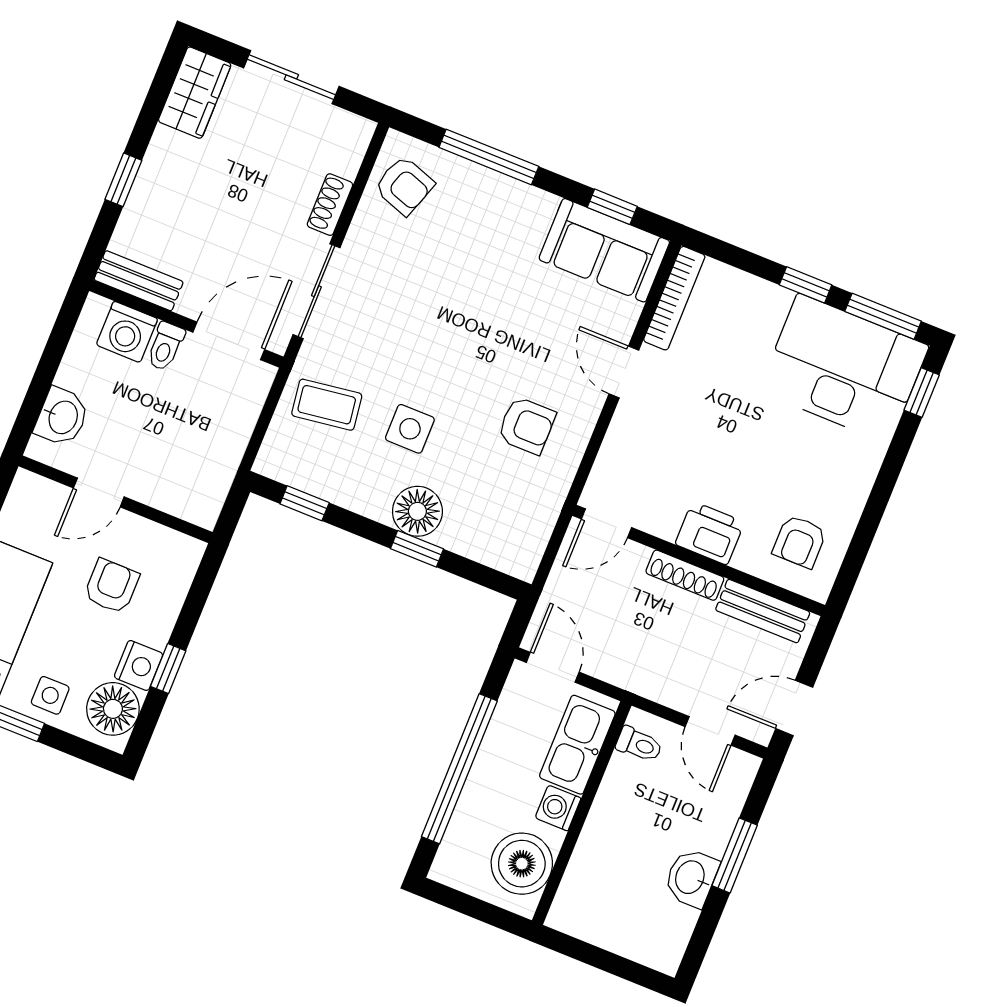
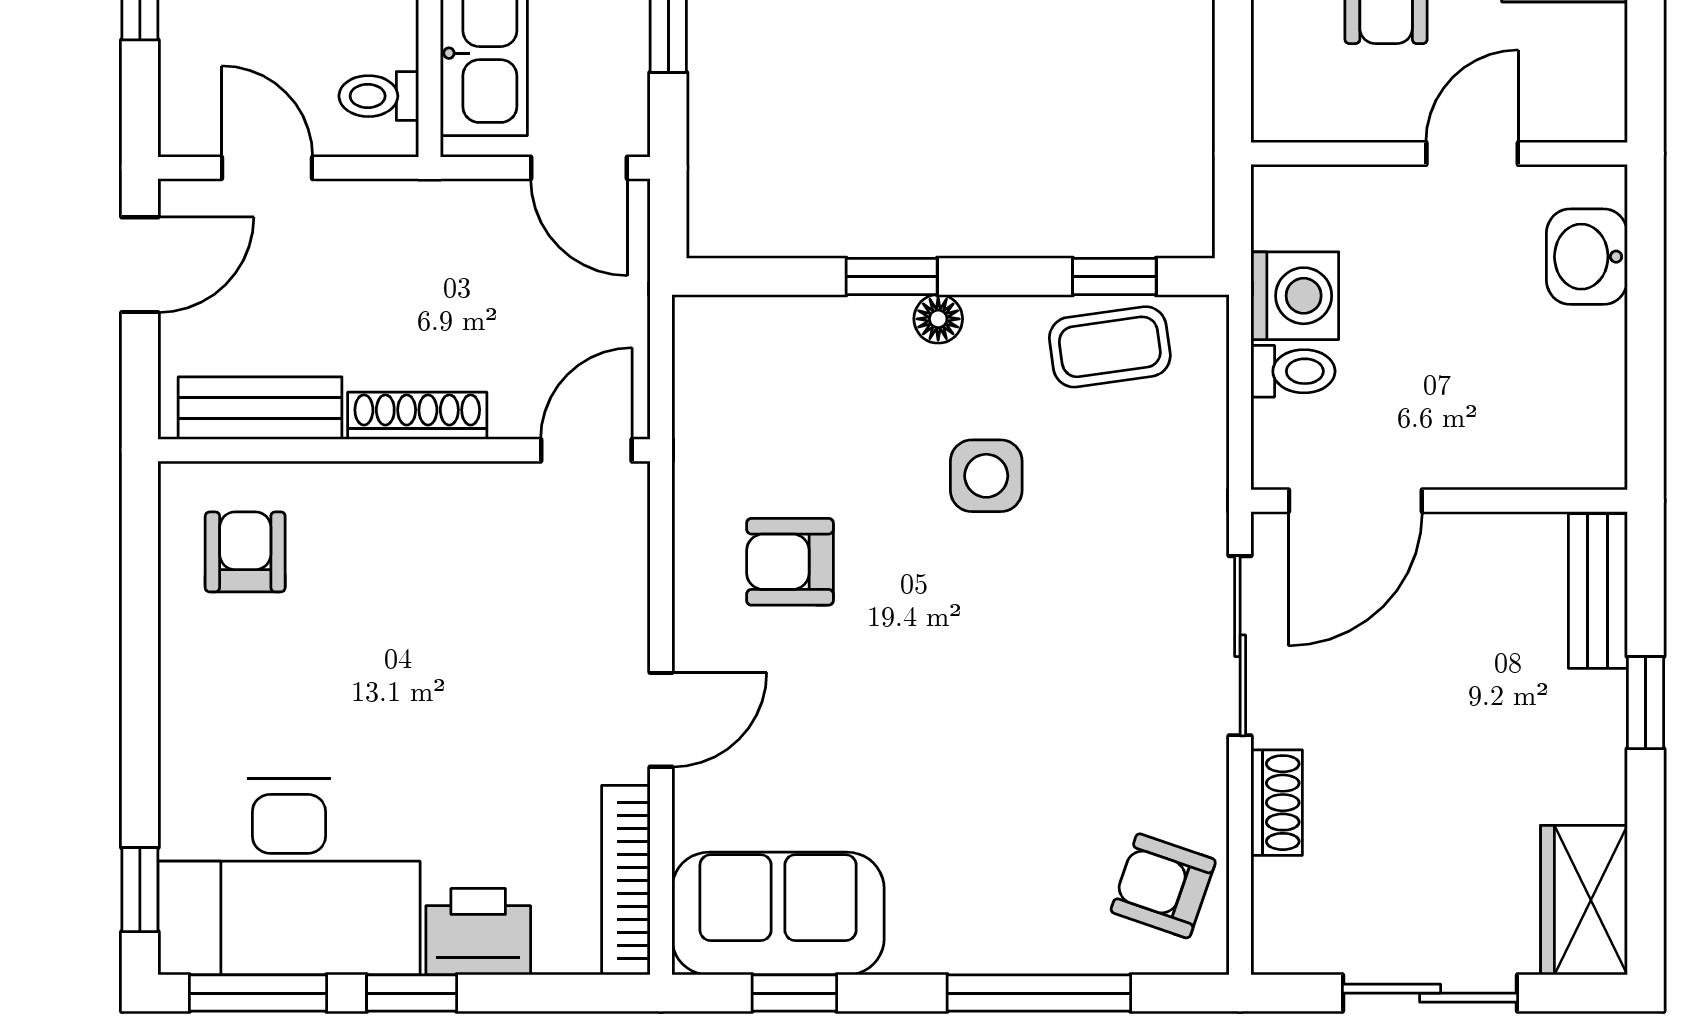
bench: (139, 281) -> (1598, 591), moved, turned 90
washing machine: (127, 332) -> (1295, 296), moved, turned 90
toilet: (165, 346) -> (1293, 371), moved, turned 90
door: (624, 372) -> (661, 720), hinge flipped
coffee table: (327, 405) -> (1110, 347), moved
floor lamp: (417, 511) -> (938, 319), width x0.53, depth x0.53
printer: (710, 533) -> (478, 932), moved, turned 180

